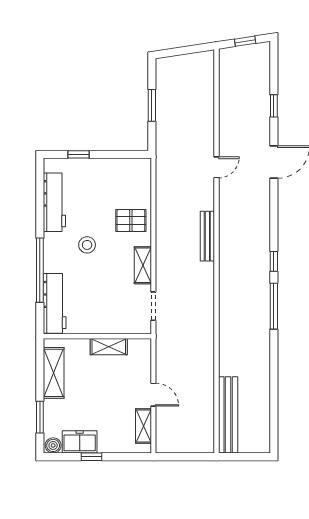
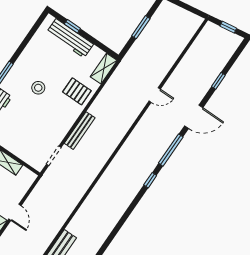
workbench: (54, 202) -> (70, 38), moved, turned 90
bench: (207, 236) -> (80, 131), moved
shelving: (143, 265) -> (104, 69), moved
window: (274, 306) -> (171, 150), moved

